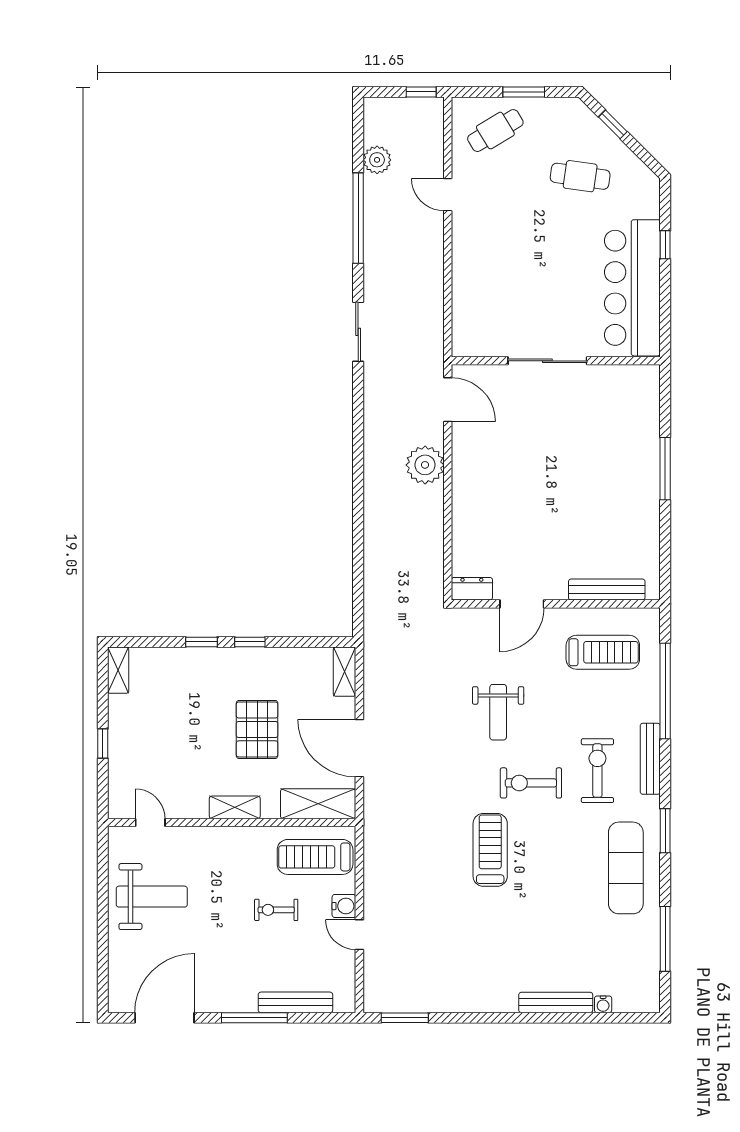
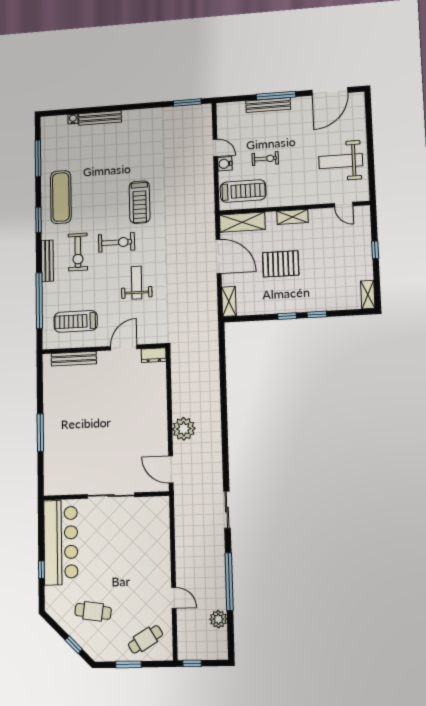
pallet: (257, 729) -> (281, 264), turned 90
bench: (295, 1002) -> (268, 105), moved

